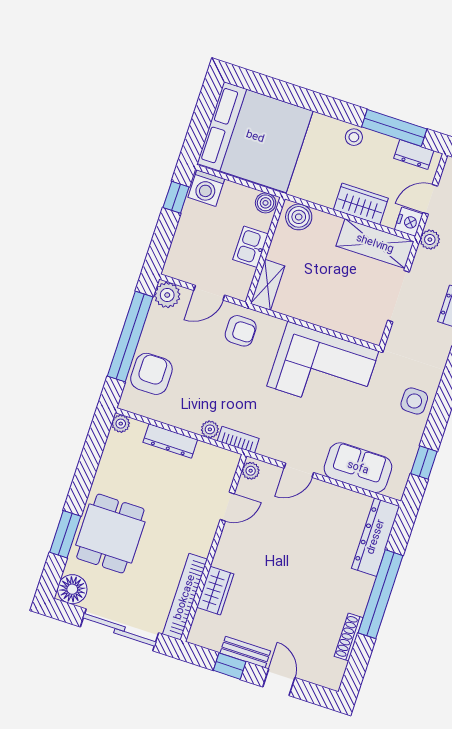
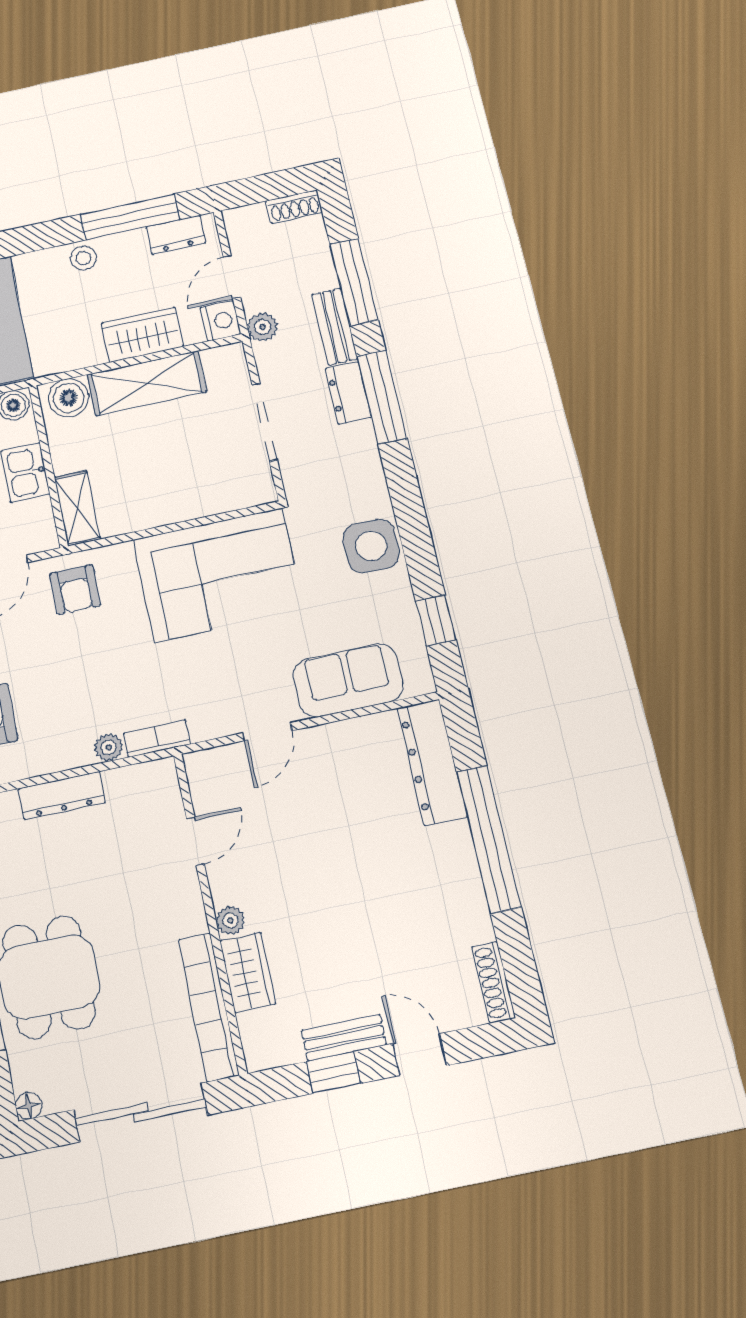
shelving: (375, 244) -> (147, 383), moved
armchair: (241, 331) -> (75, 590), turned 90
side table: (414, 401) -> (371, 546), width x1.37, depth x1.37
plant: (251, 471) -> (230, 921), moved
floor lamp: (72, 589) -> (29, 1106), width x0.53, depth x0.53
shoe rack: (349, 637) -> (494, 982), moved

